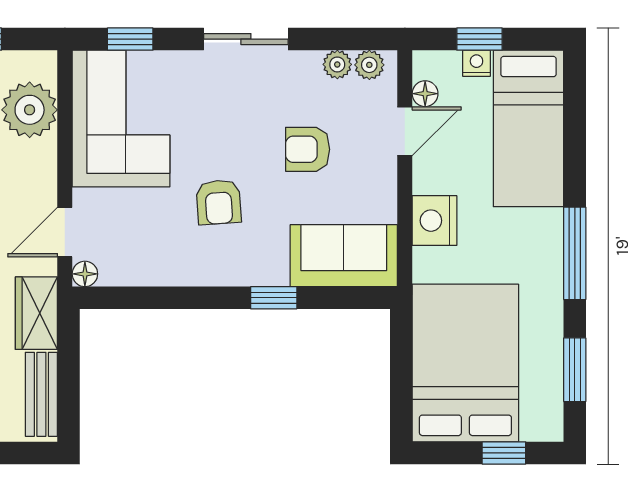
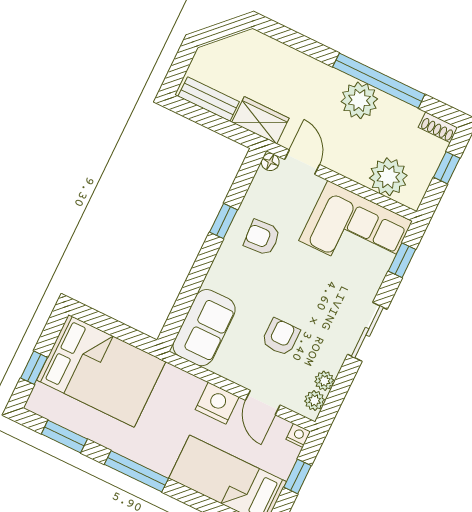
nightstand: (476, 63) -> (298, 435), moved, turned -90
floor lamp: (425, 94) -> (280, 426), removed
armchair: (219, 202) -> (262, 237), moved
nightstand: (434, 221) -> (217, 403), moved
window: (274, 298) -> (223, 221), moved

